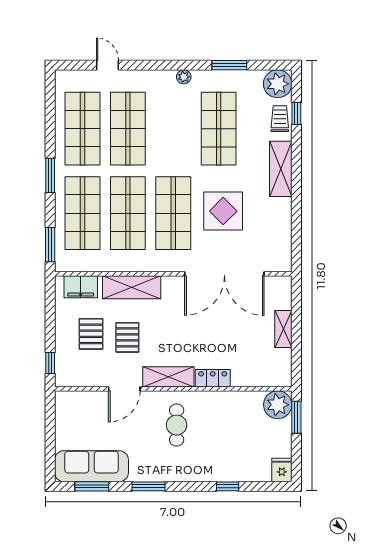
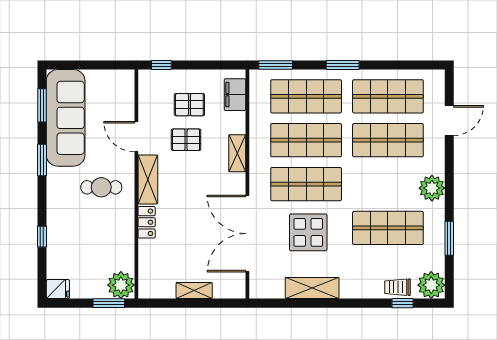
door: (108, 65) -> (449, 121), width x1.38
plant: (184, 77) -> (432, 188), width x1.88, depth x1.88
trolley: (280, 119) -> (398, 287), turned 180
shelving: (281, 169) -> (312, 288), moved
shelving: (132, 287) -> (237, 153), width x0.67, depth x0.75
sofa: (91, 466) -> (66, 118), width x1.36, depth x1.27

